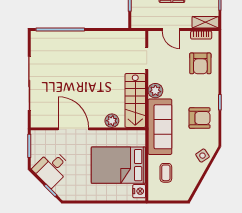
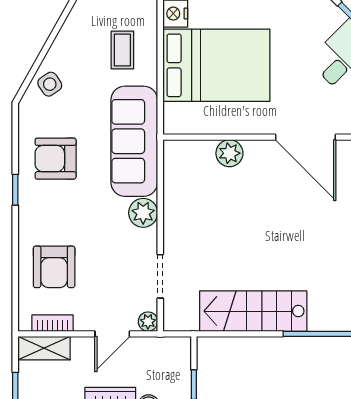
door: (171, 30) -> (112, 334), swing flipped
plant: (153, 36) -> (148, 322), added
armchair: (200, 63) -> (54, 267), turned 180
stairs: (135, 100) -> (253, 311), moved, turned -90

